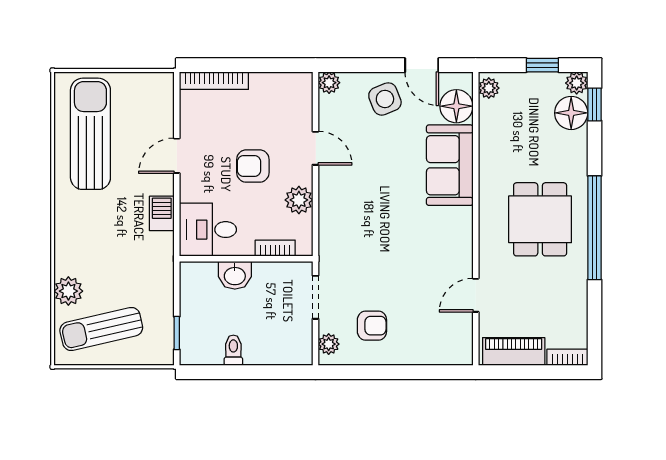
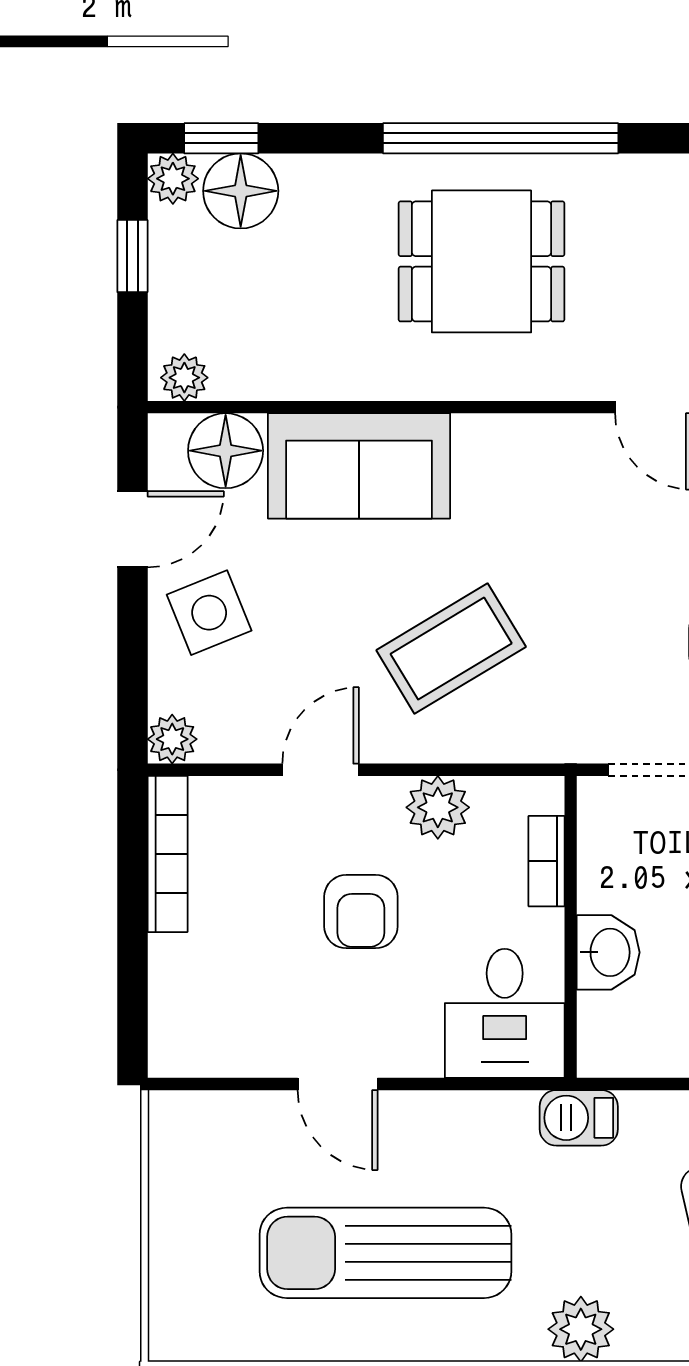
bookcase: (214, 81) -> (168, 854), moved
sun lounger: (90, 134) -> (385, 1253), moved
coffee table: (369, 206) -> (451, 649), added
barbecue: (162, 213) -> (579, 1118), moved
plant: (68, 291) -> (581, 1329), moved

